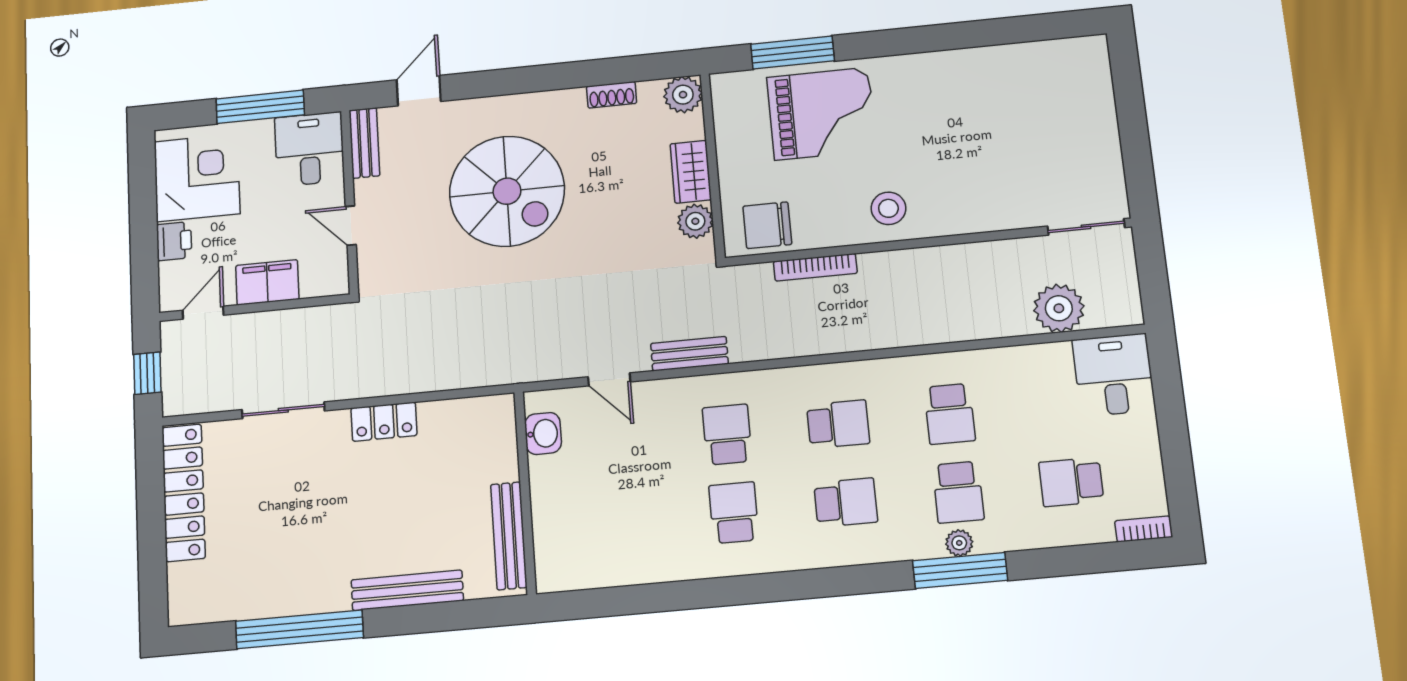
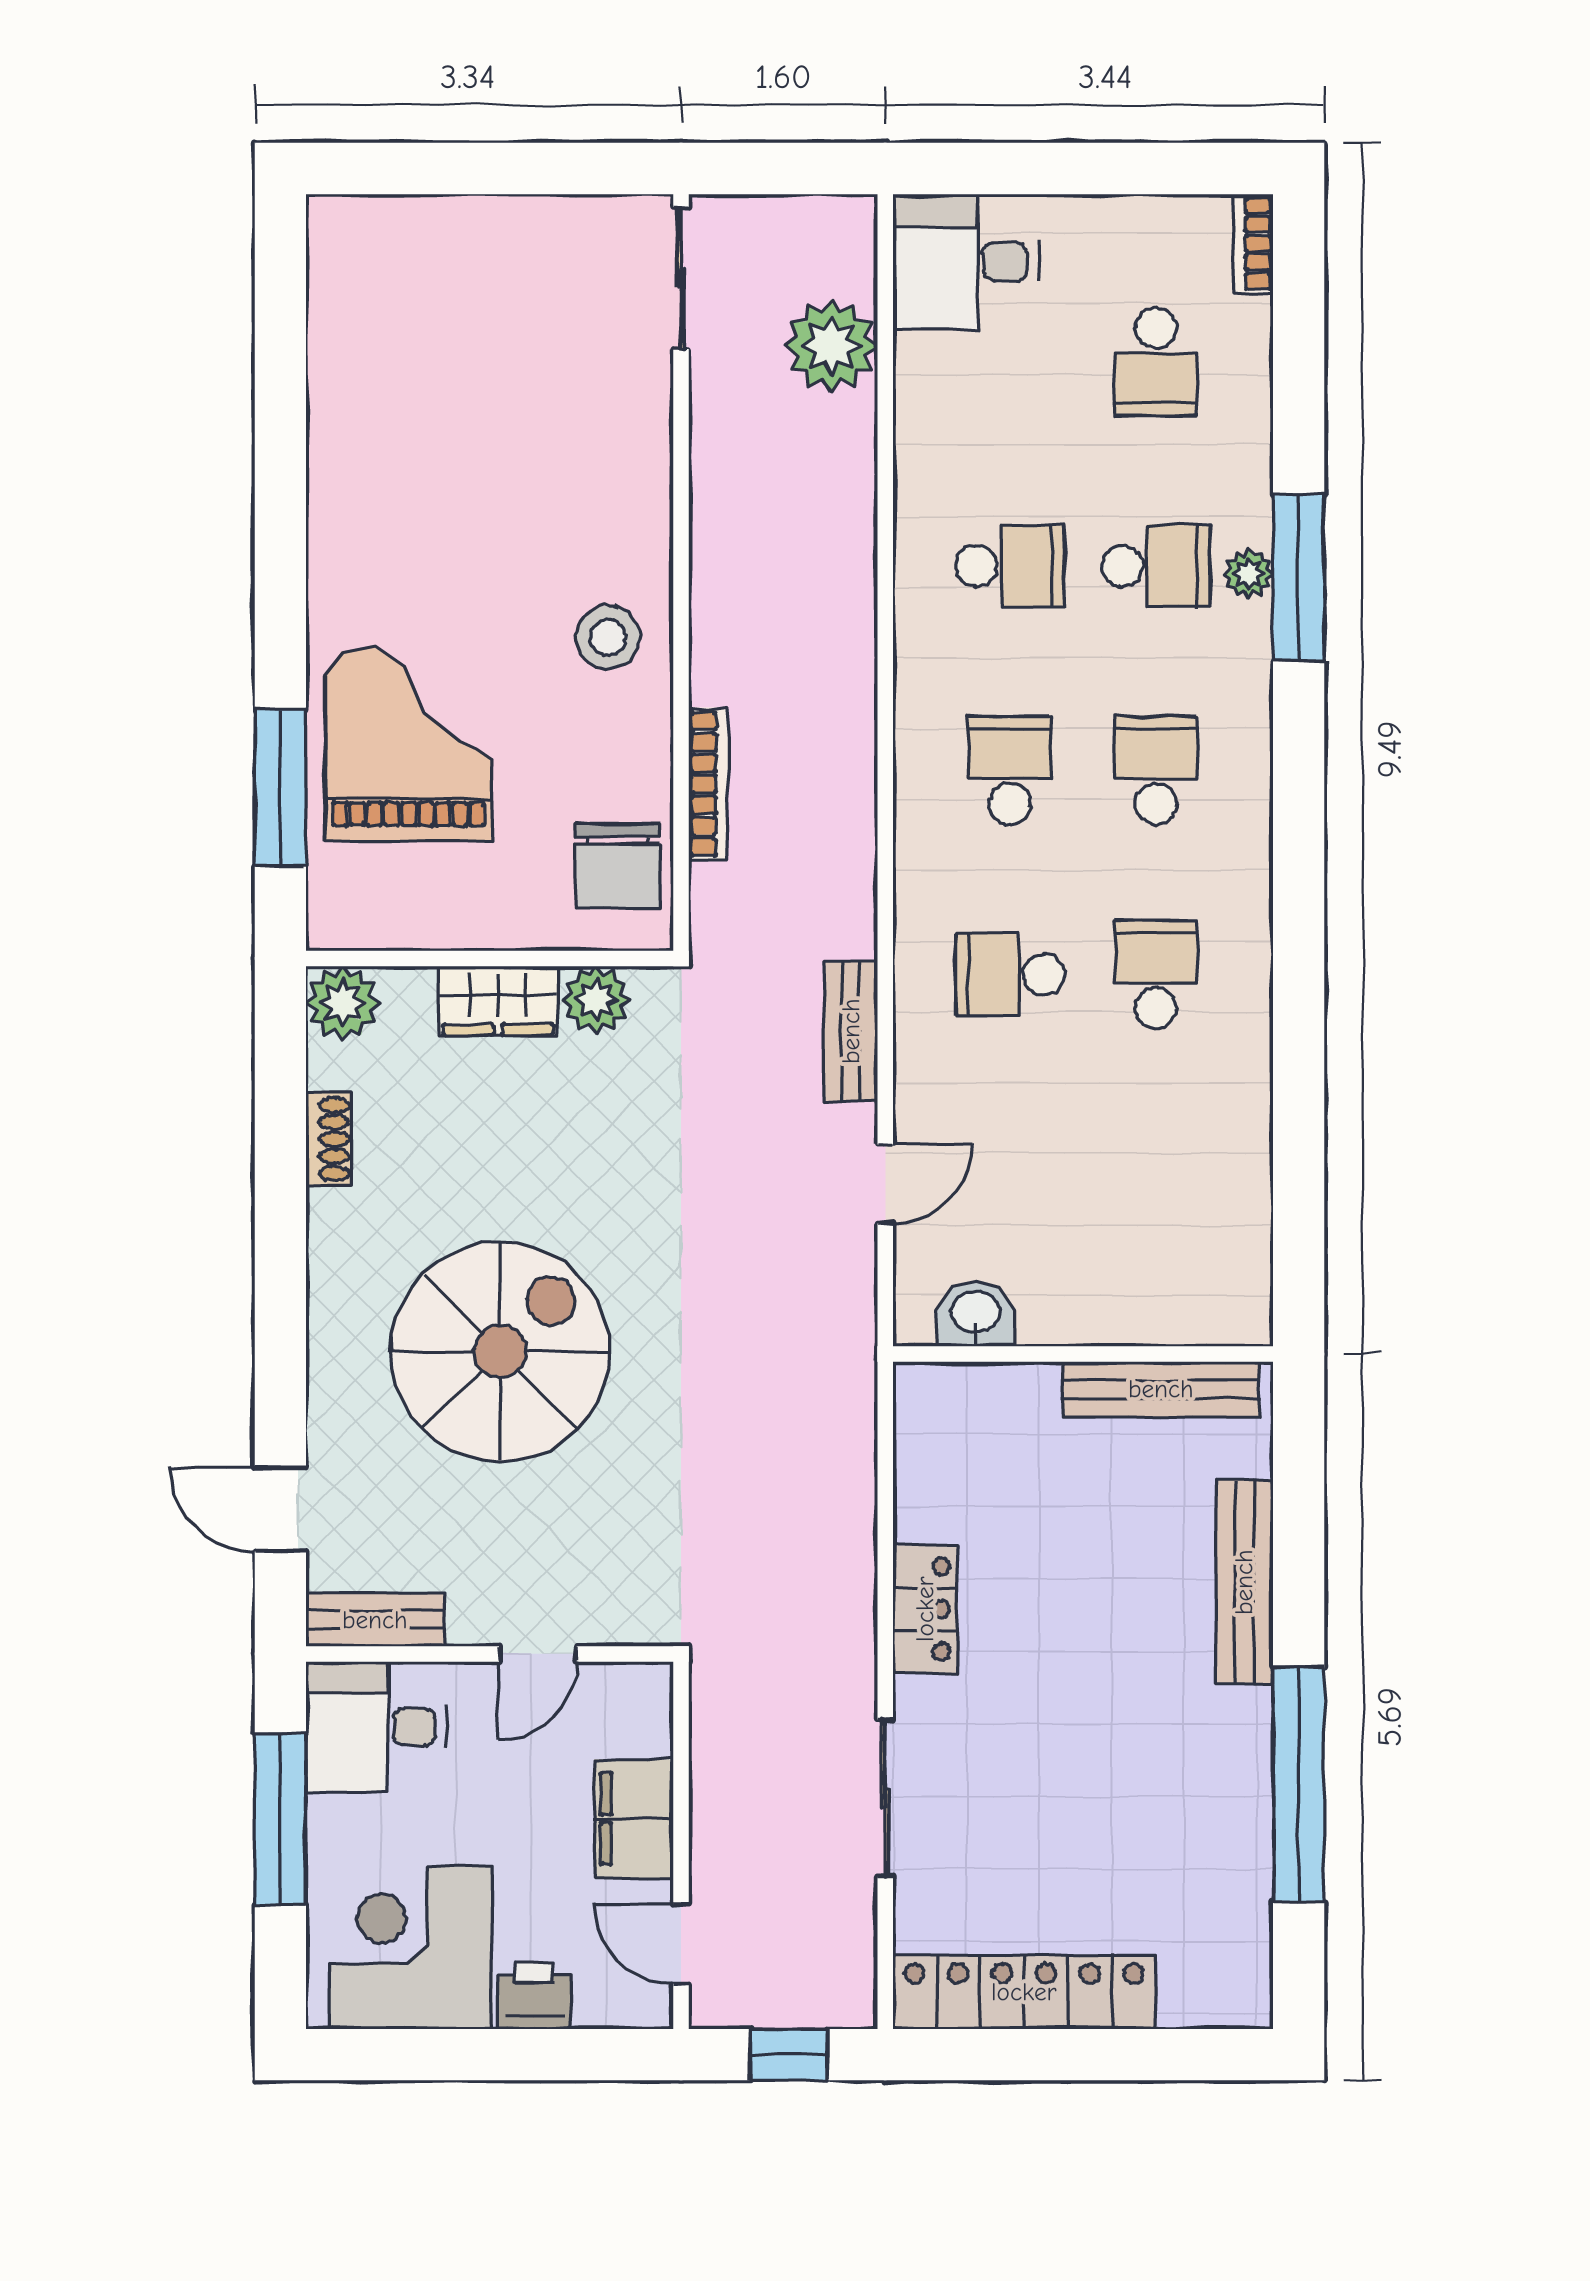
school desk: (734, 513) -> (1156, 975), turned 90

